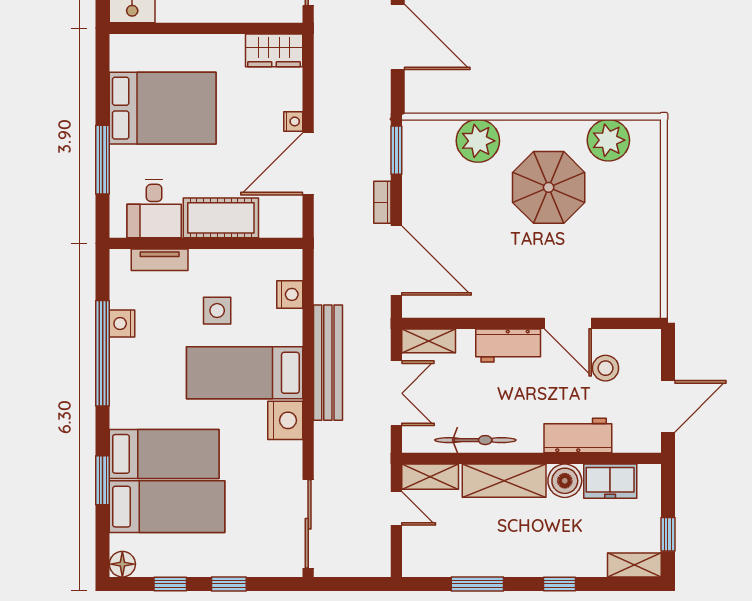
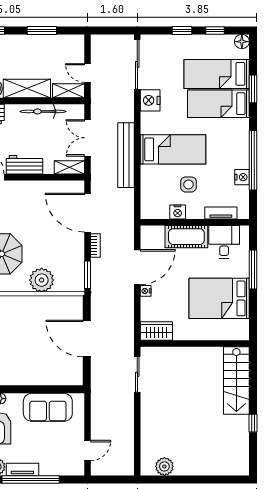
nightstand: (290, 294) -> (178, 212), moved, turned -90
nightstand: (285, 420) -> (150, 100), moved

